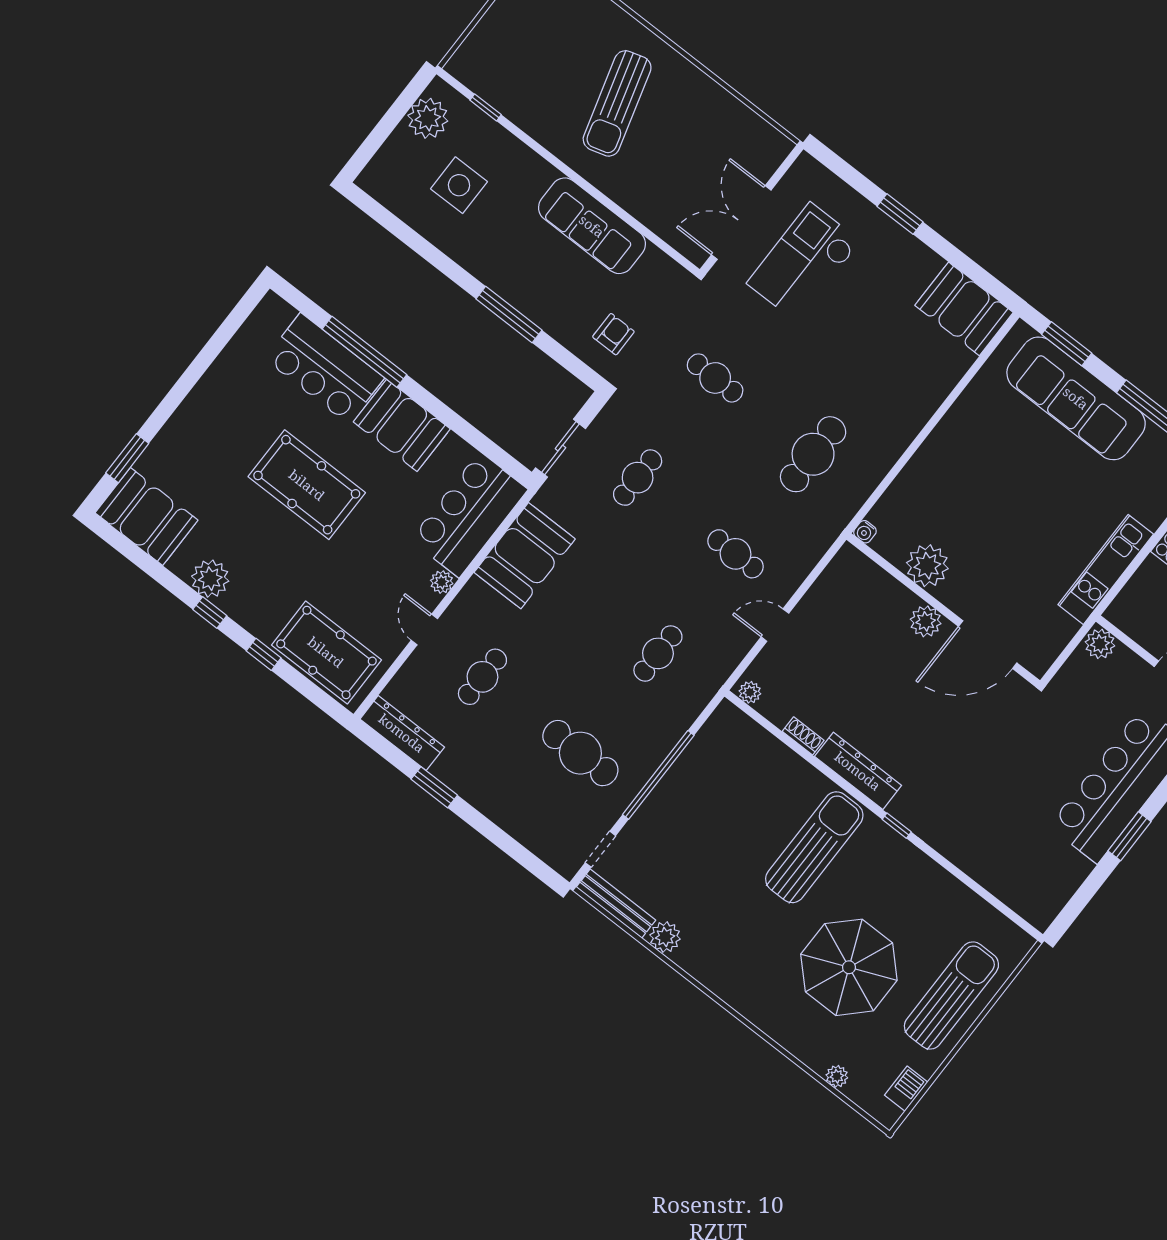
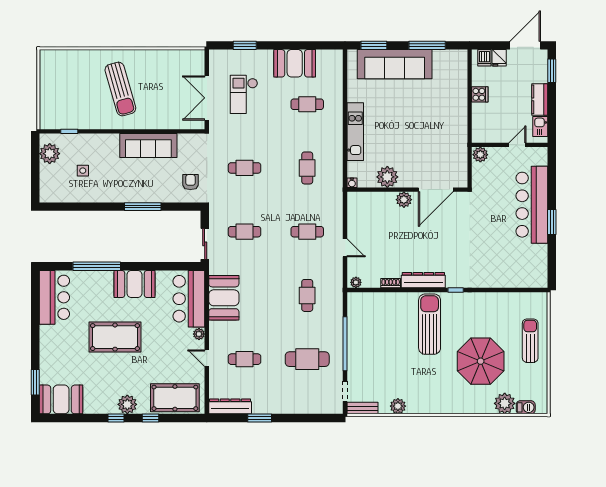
side table: (459, 185) -> (83, 171), width x0.54, depth x0.54
window: (900, 214) -> (245, 45), moved
checkout: (804, 262) -> (244, 94), width x0.73, depth x0.83
booth: (964, 309) -> (295, 63), moved
cafe table: (891, 355) -> (307, 104), added
bar counter: (324, 368) -> (54, 297), moved, turned -90
cafe table: (813, 454) -> (307, 168), width x0.73, depth x0.74
cafe table: (638, 478) -> (245, 232), turned 90
kitchen unit: (1106, 569) -> (355, 132), moved, turned 180
plant: (210, 579) -> (127, 404), moved
door: (775, 625) -> (345, 248), swing flipped
cafe table: (482, 677) -> (245, 359), turned 90
bench: (616, 904) -> (362, 408), width x0.73
sun lounger: (951, 995) -> (530, 341), width x0.73, depth x0.75
plant: (837, 1076) -> (505, 403), width x1.88, depth x1.88
barbecue: (906, 1089) -> (526, 407), moved, turned 90

